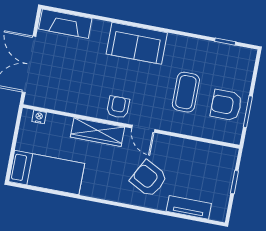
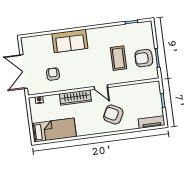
fireplace: (65, 24) -> (37, 42), removed
sofa: (137, 43) -> (70, 41), moved
armchair: (118, 107) -> (53, 74), moved
tv unit: (189, 207) -> (152, 122), moved

